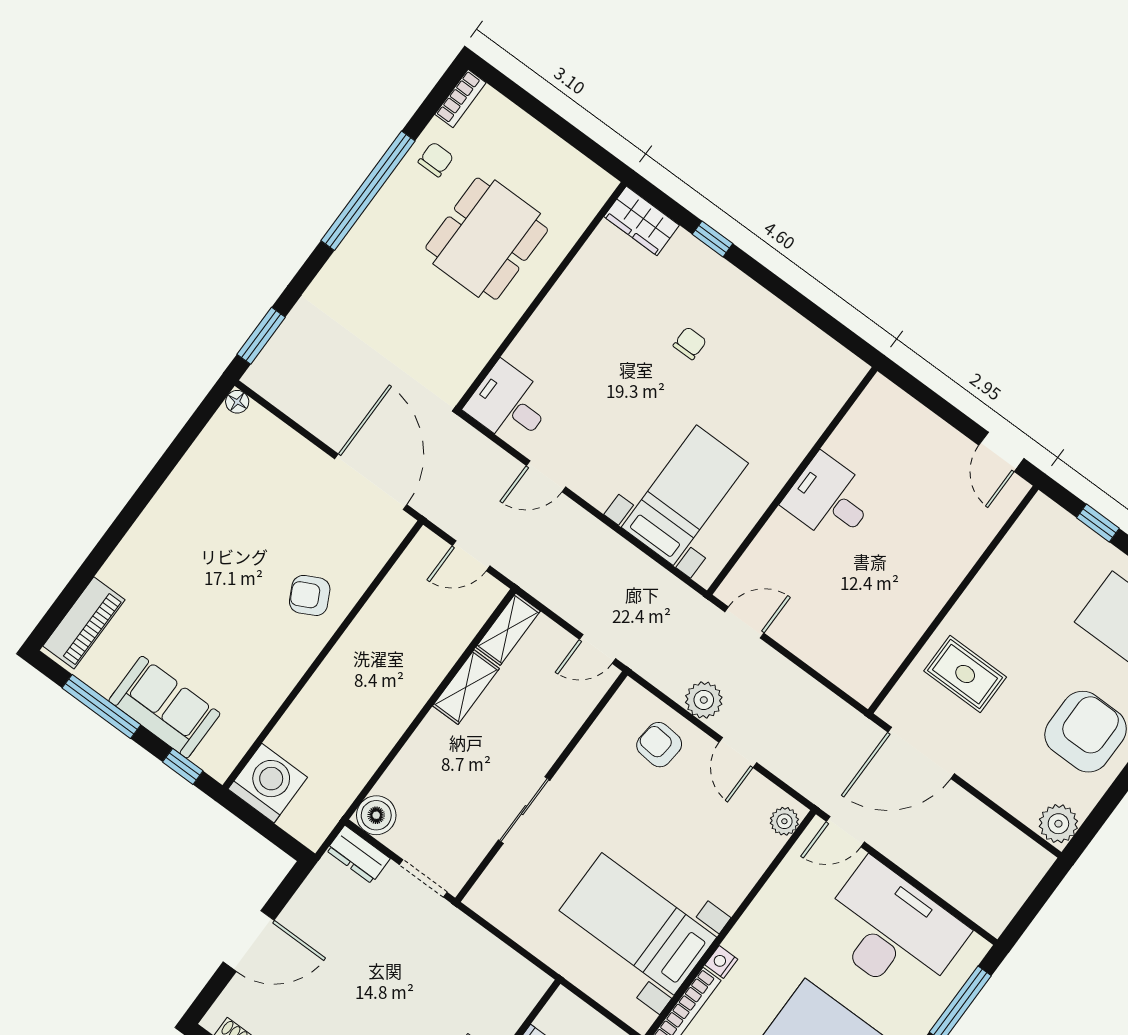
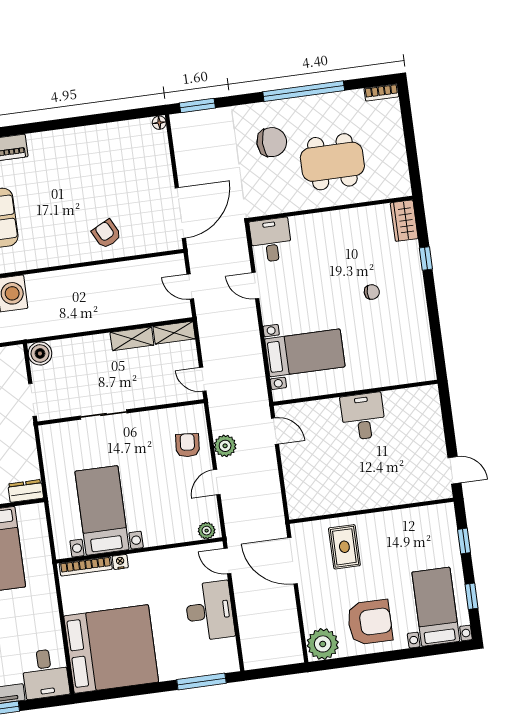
chair: (436, 159) -> (272, 142), moved, width x1.87, depth x1.87
door: (1001, 452) -> (454, 470), swing flipped
plant: (1058, 824) -> (323, 644), width x1.36, depth x1.36
dresser: (358, 855) -> (26, 491), moved, turned 90
desk: (892, 931) -> (210, 611), width x0.73, depth x0.77

